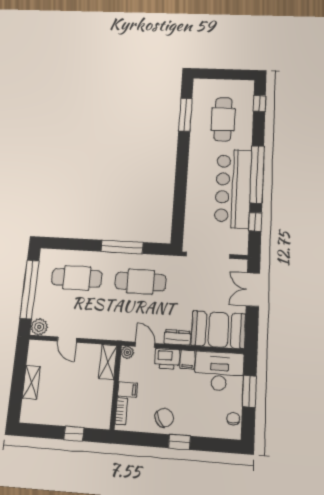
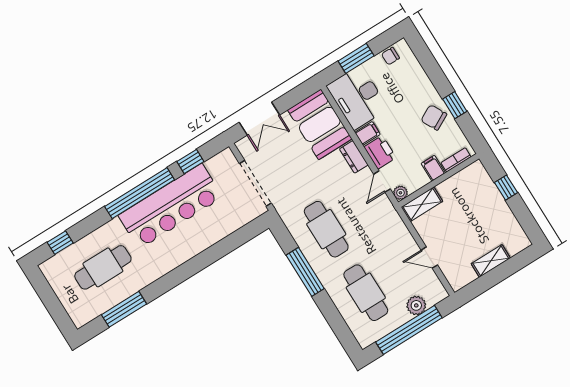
plant: (39, 327) -> (416, 305), moved
door: (67, 340) -> (429, 258), swing flipped
window: (179, 442) -> (455, 105), moved

